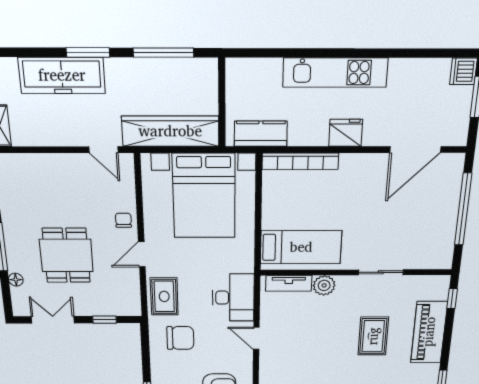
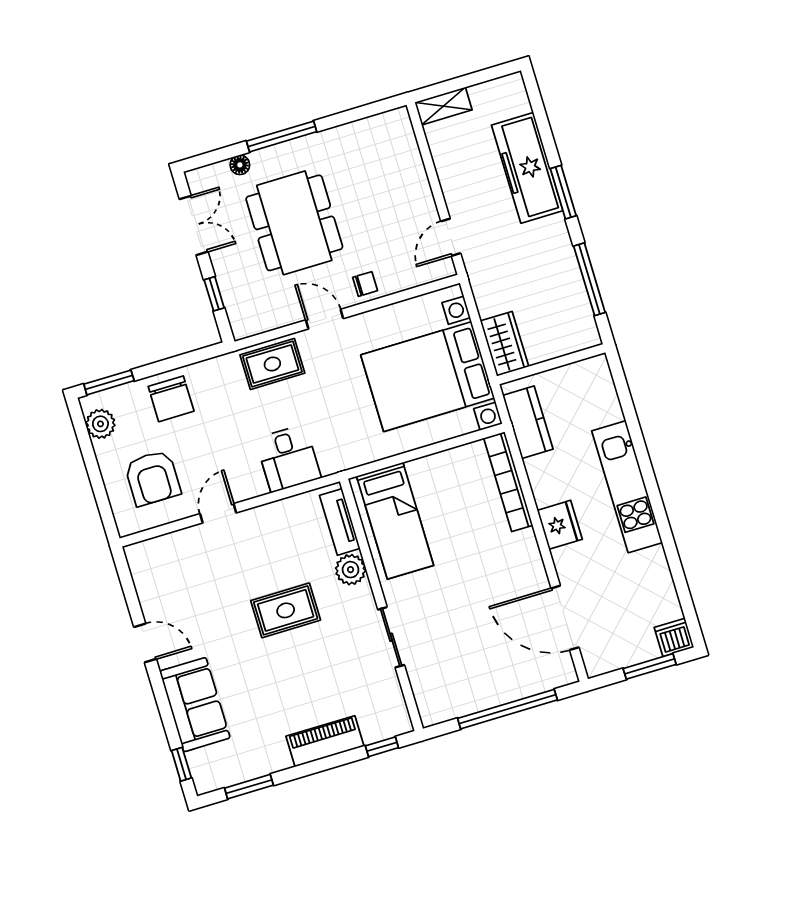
wardrobe: (170, 131) -> (505, 344), width x0.48, depth x0.85
dining table: (66, 255) -> (294, 223), width x1.37
desk: (233, 298) -> (288, 458), width x0.73
piano: (429, 332) -> (325, 741), width x0.73, depth x0.75
rug: (373, 336) -> (286, 610), moved
chair: (180, 338) -> (171, 399), moved
door: (256, 338) -> (218, 513), moved

